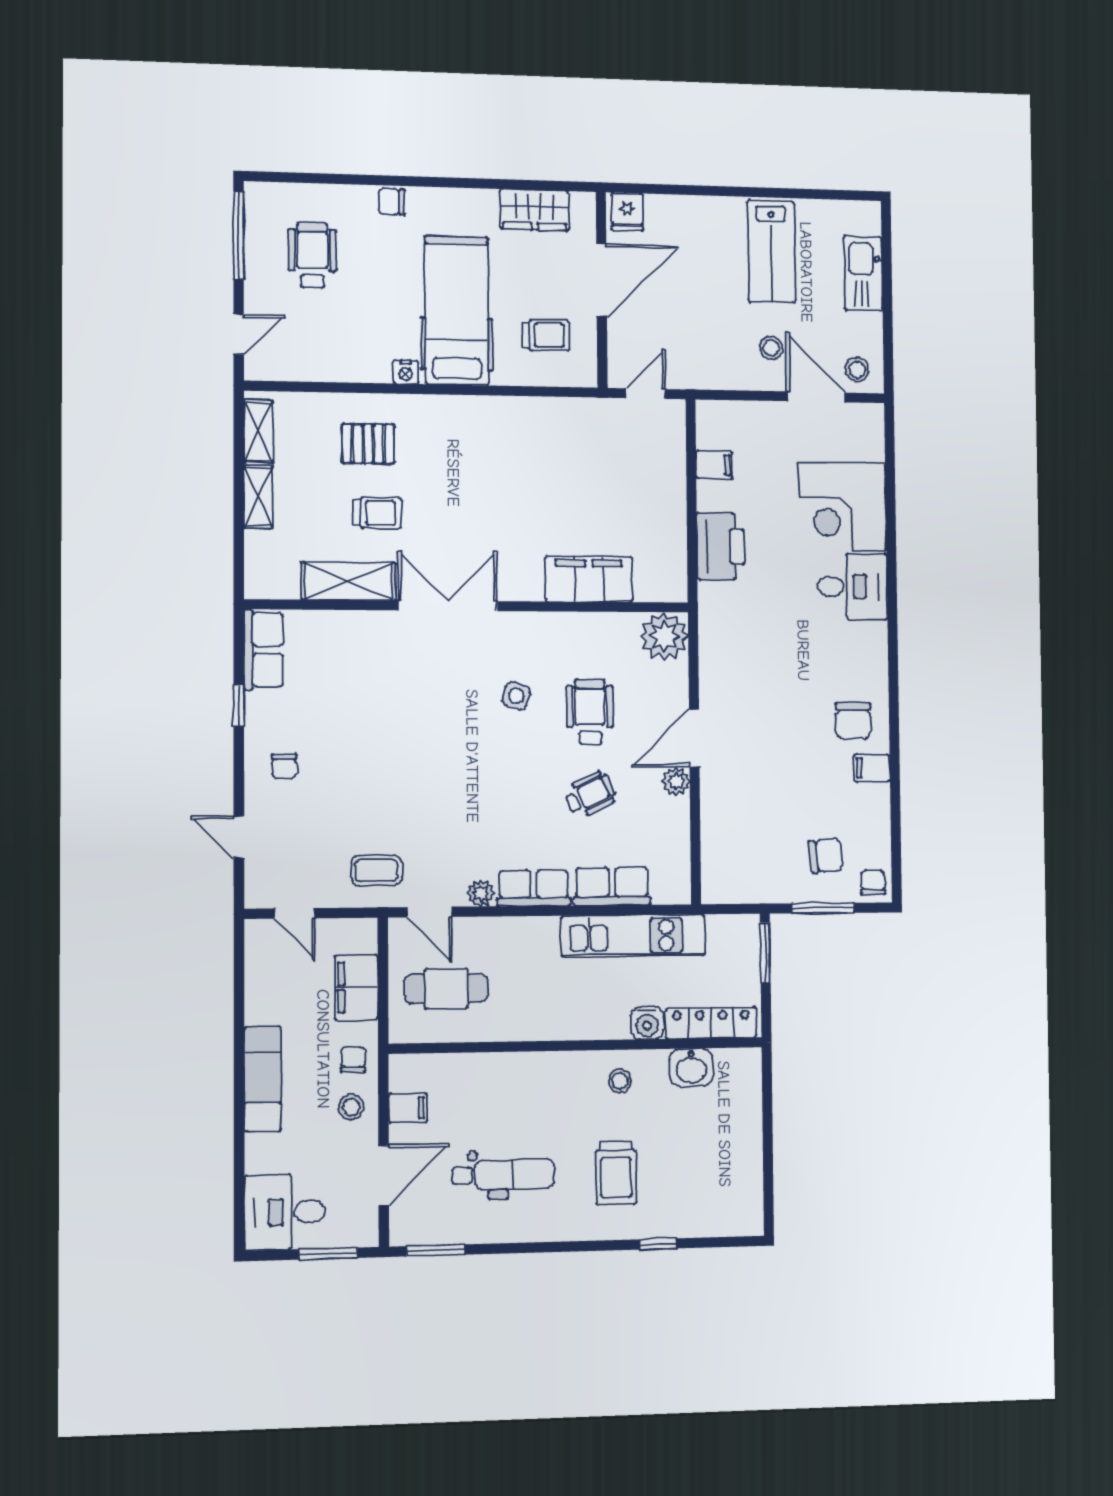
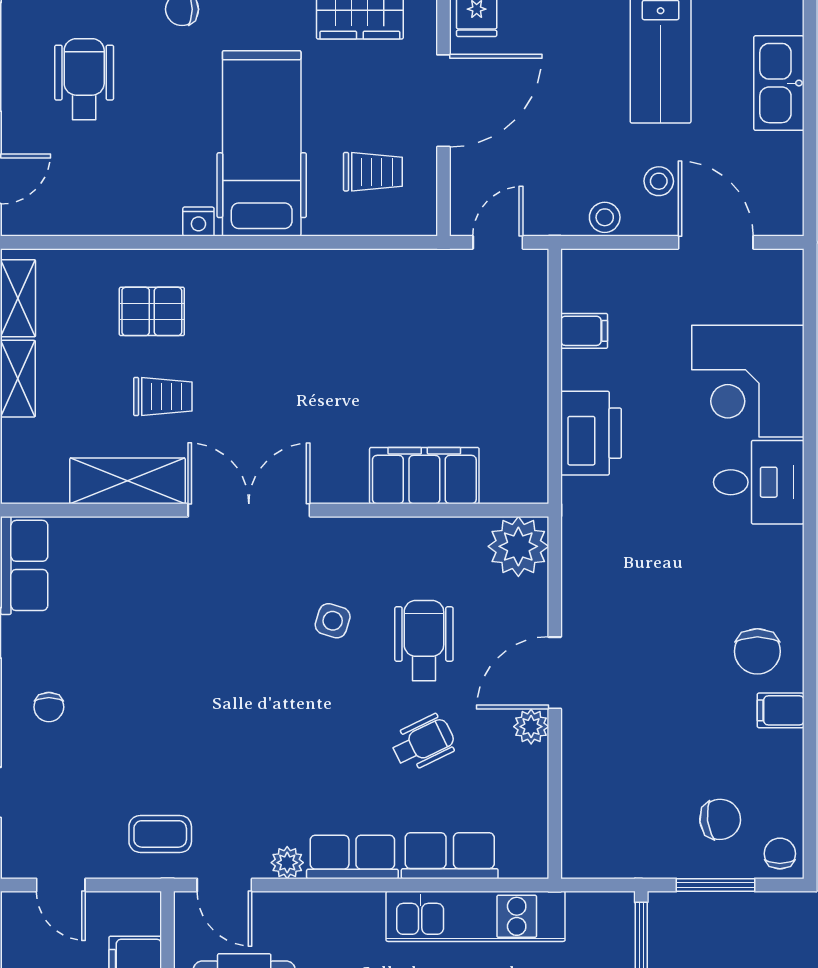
stool: (857, 370) -> (605, 217), moved

